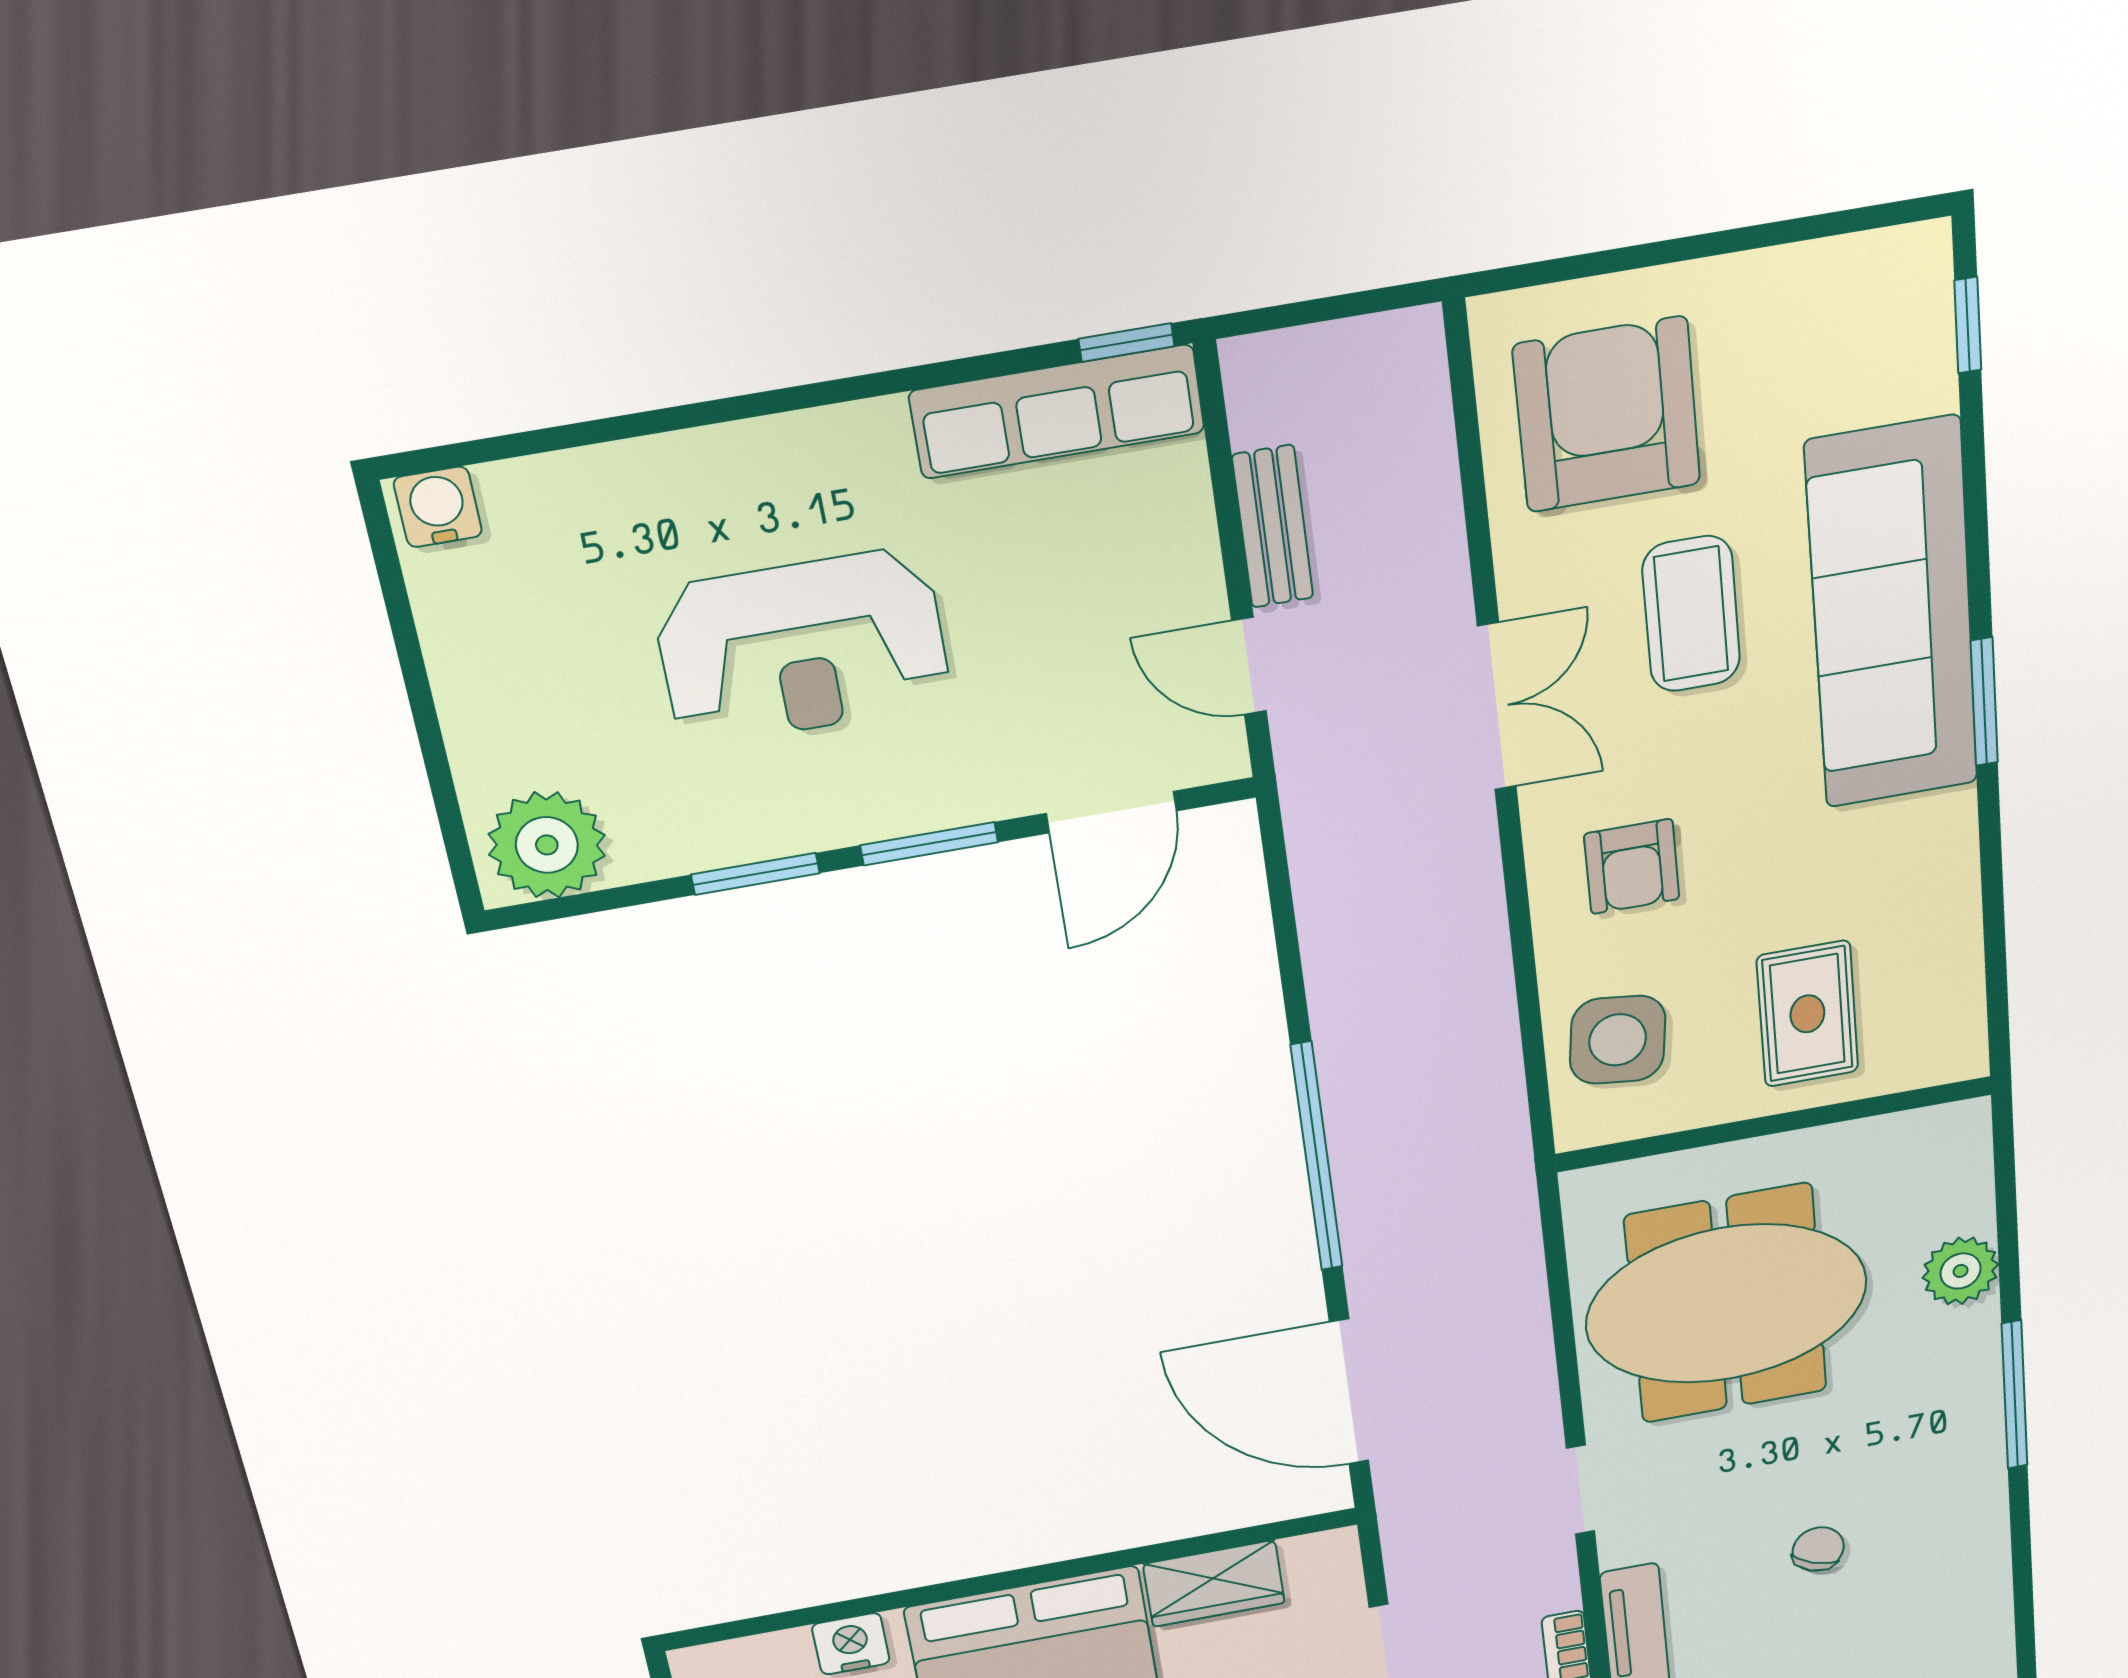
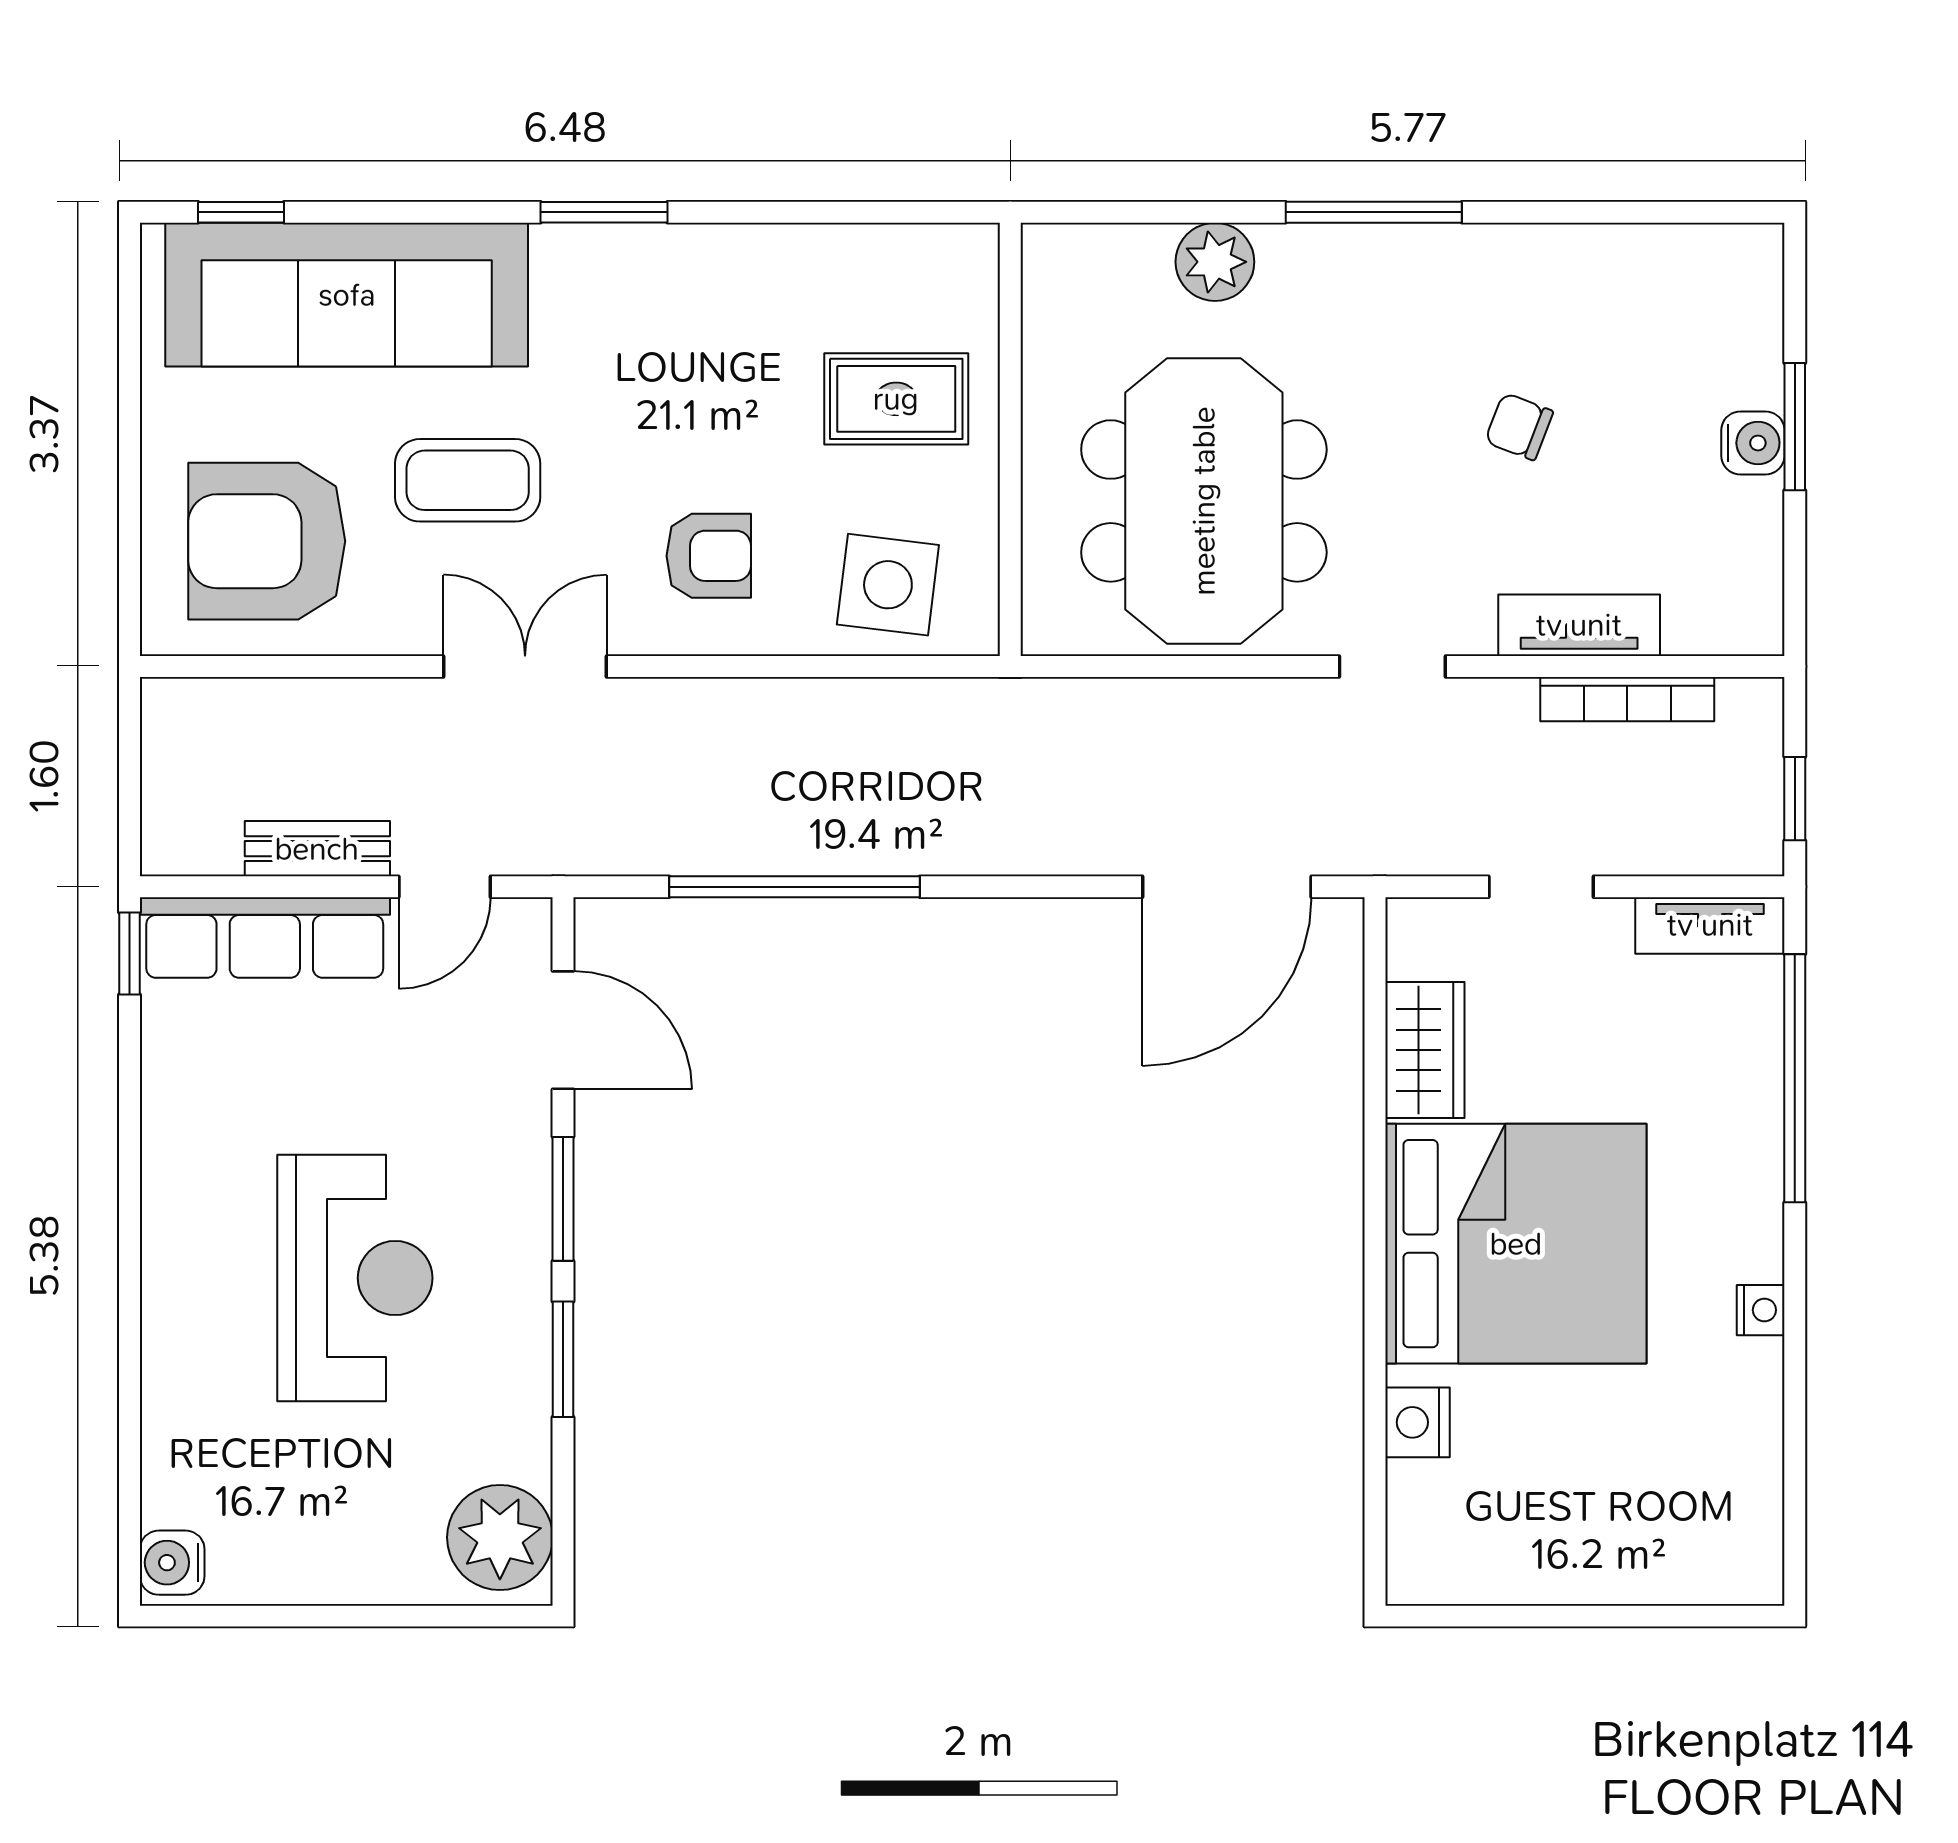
row of seats: (1057, 412) -> (265, 937), moved, turned 90
sofa: (1892, 615) -> (347, 295), moved
window: (1317, 1157) -> (795, 887), moved

